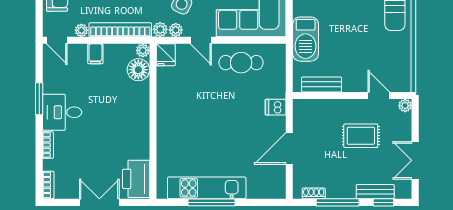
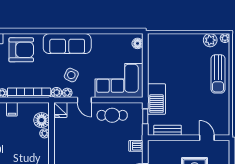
plant: (143, 50) -> (45, 133), moved
window: (289, 64) -> (145, 116), added
plant: (405, 106) -> (225, 145), removed

